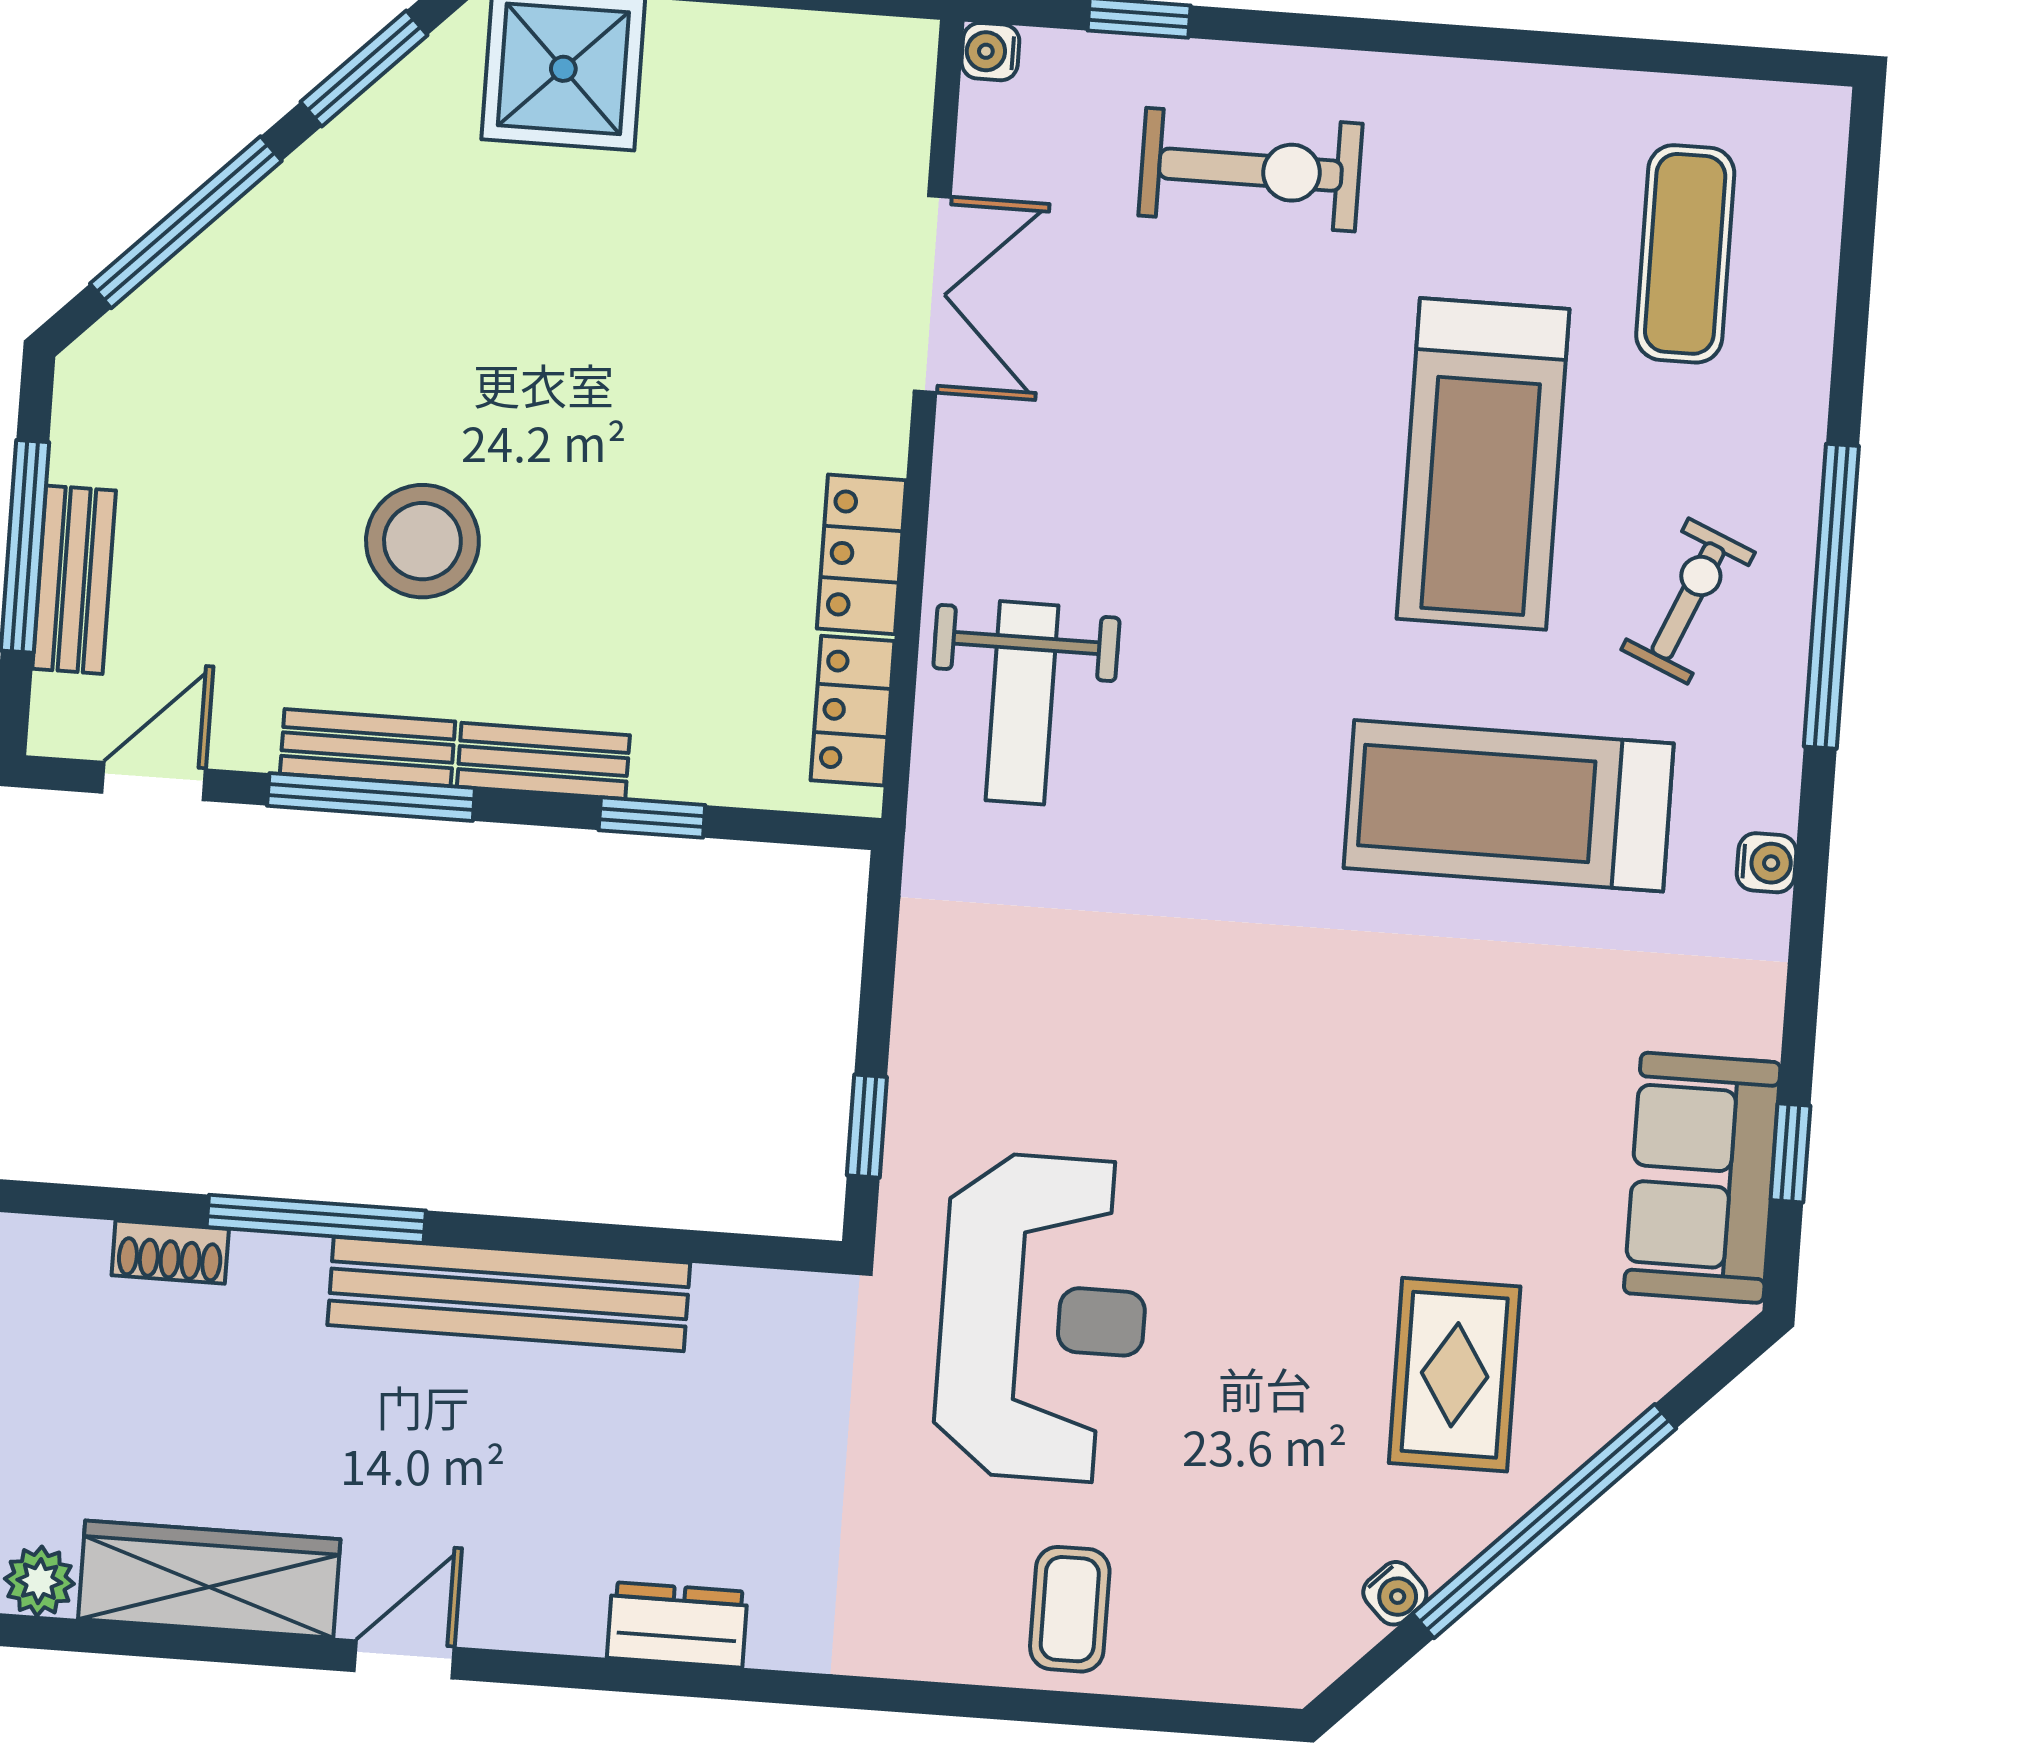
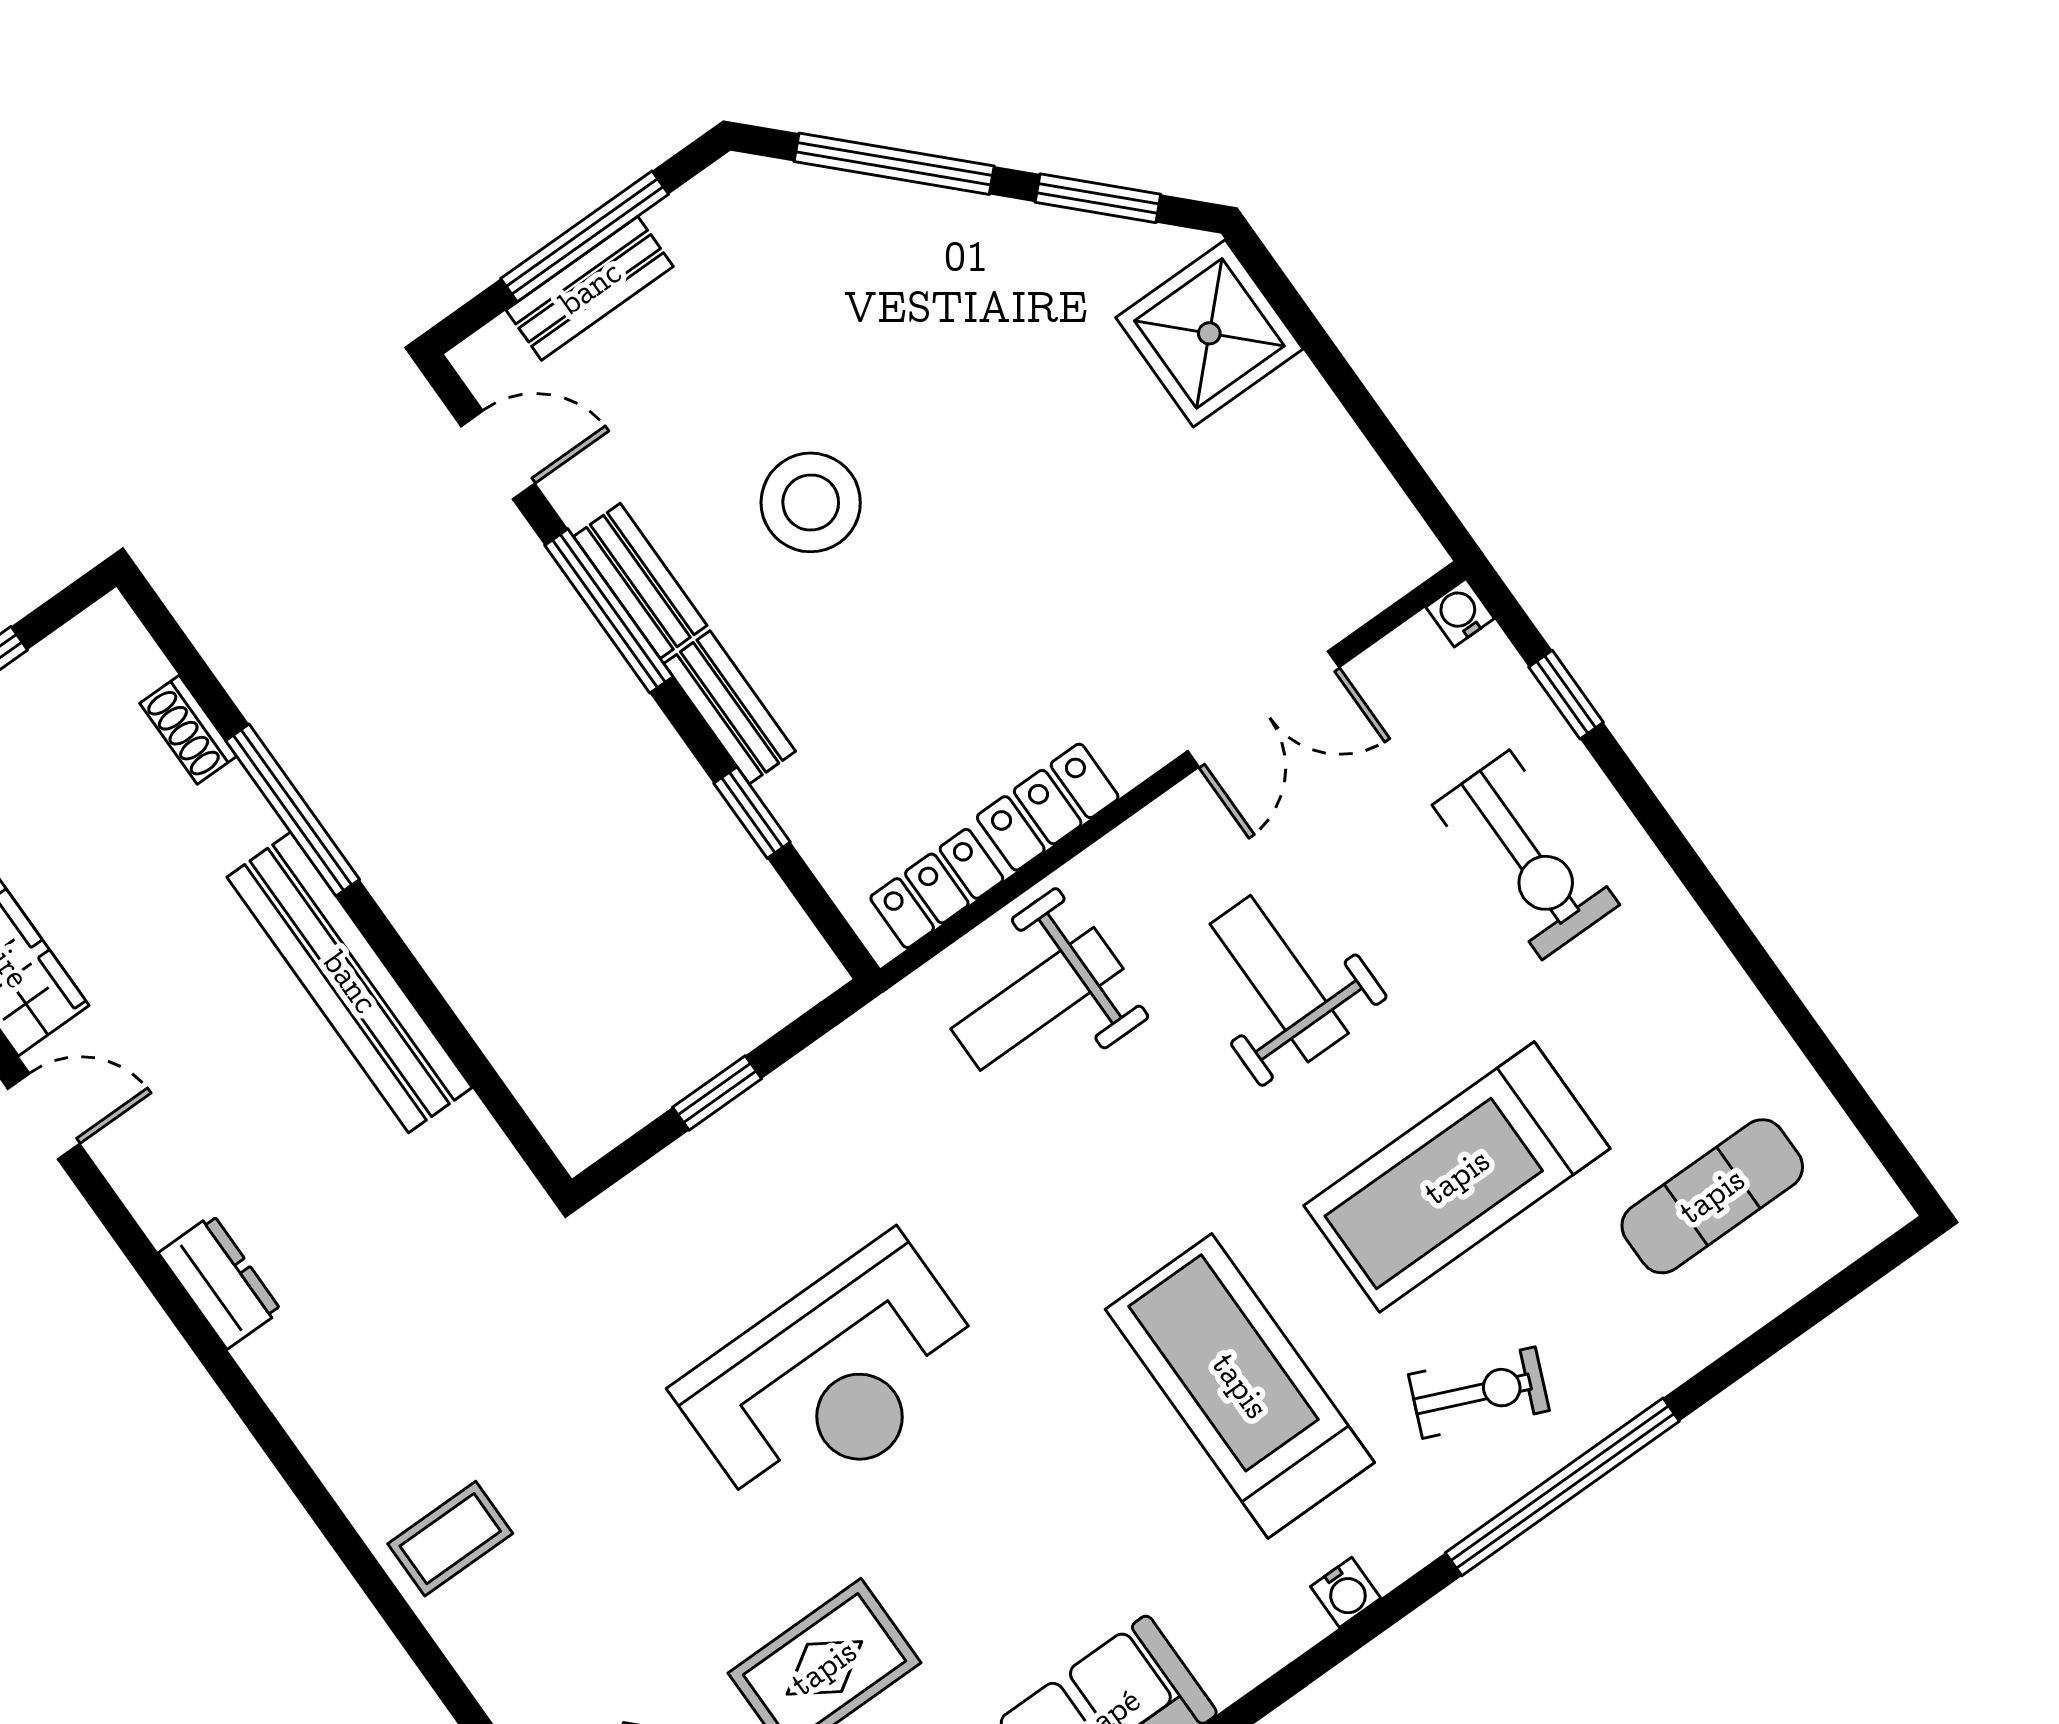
weight bench: (1180, 476) -> (1279, 979), added
window: (867, 1126) -> (717, 1093), moved
reception desk: (1043, 1318) -> (833, 1379), moved

